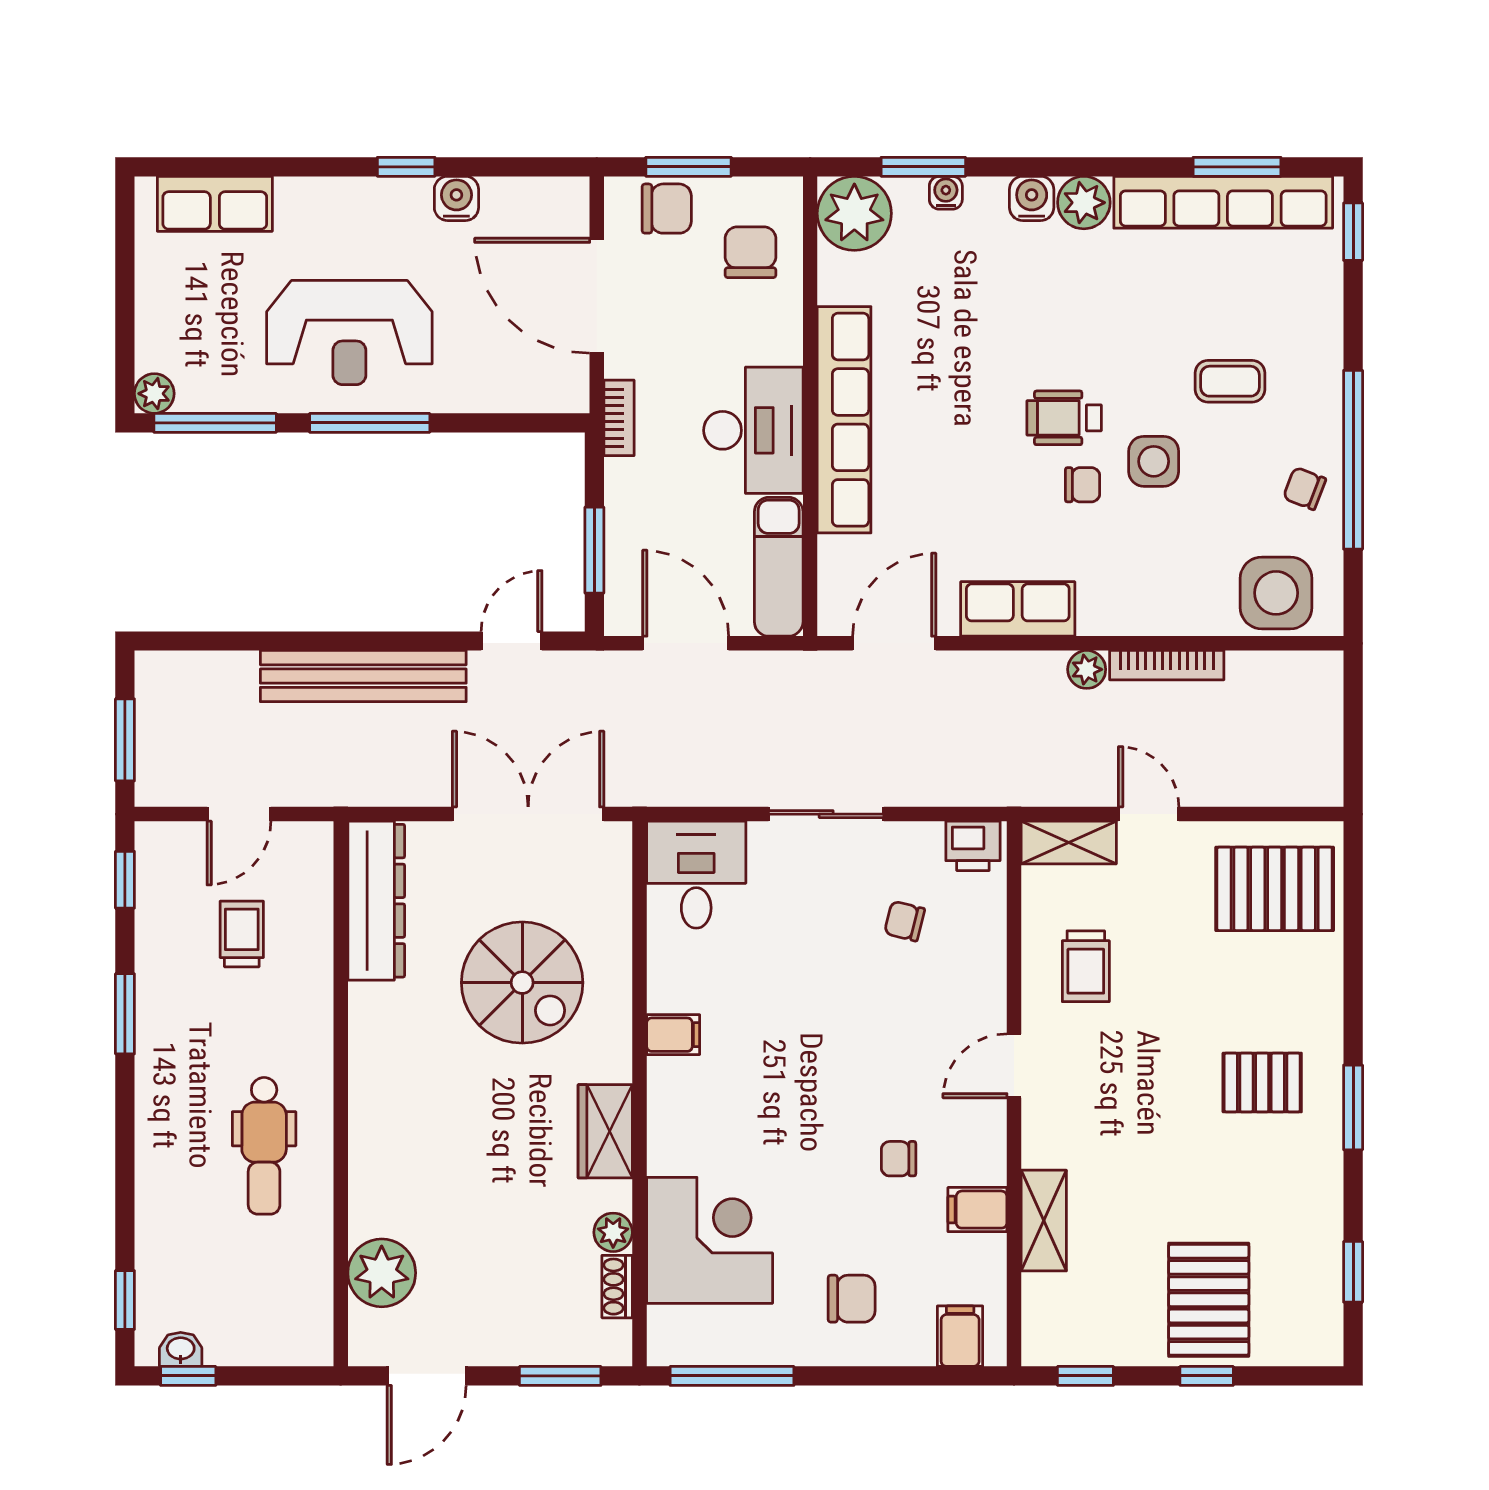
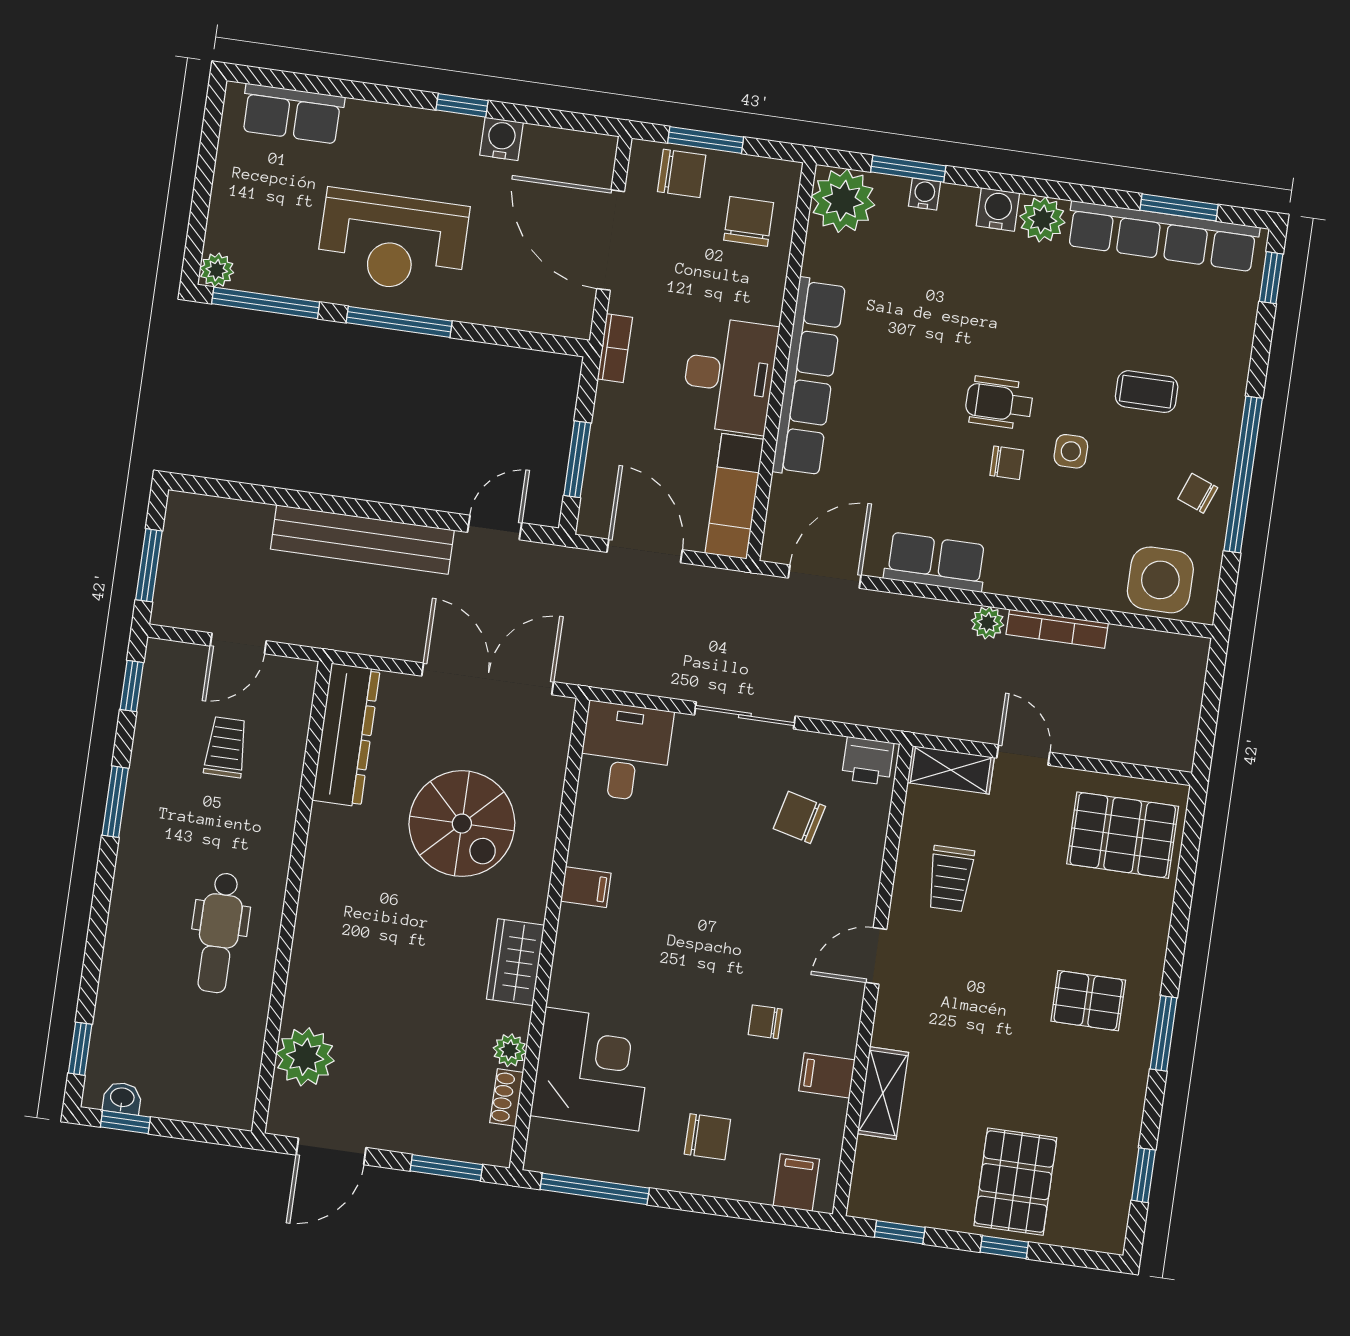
side table: (1154, 461) -> (1071, 451), width x0.73, depth x0.73
chair: (904, 921) -> (799, 817), width x1.37, depth x1.37

